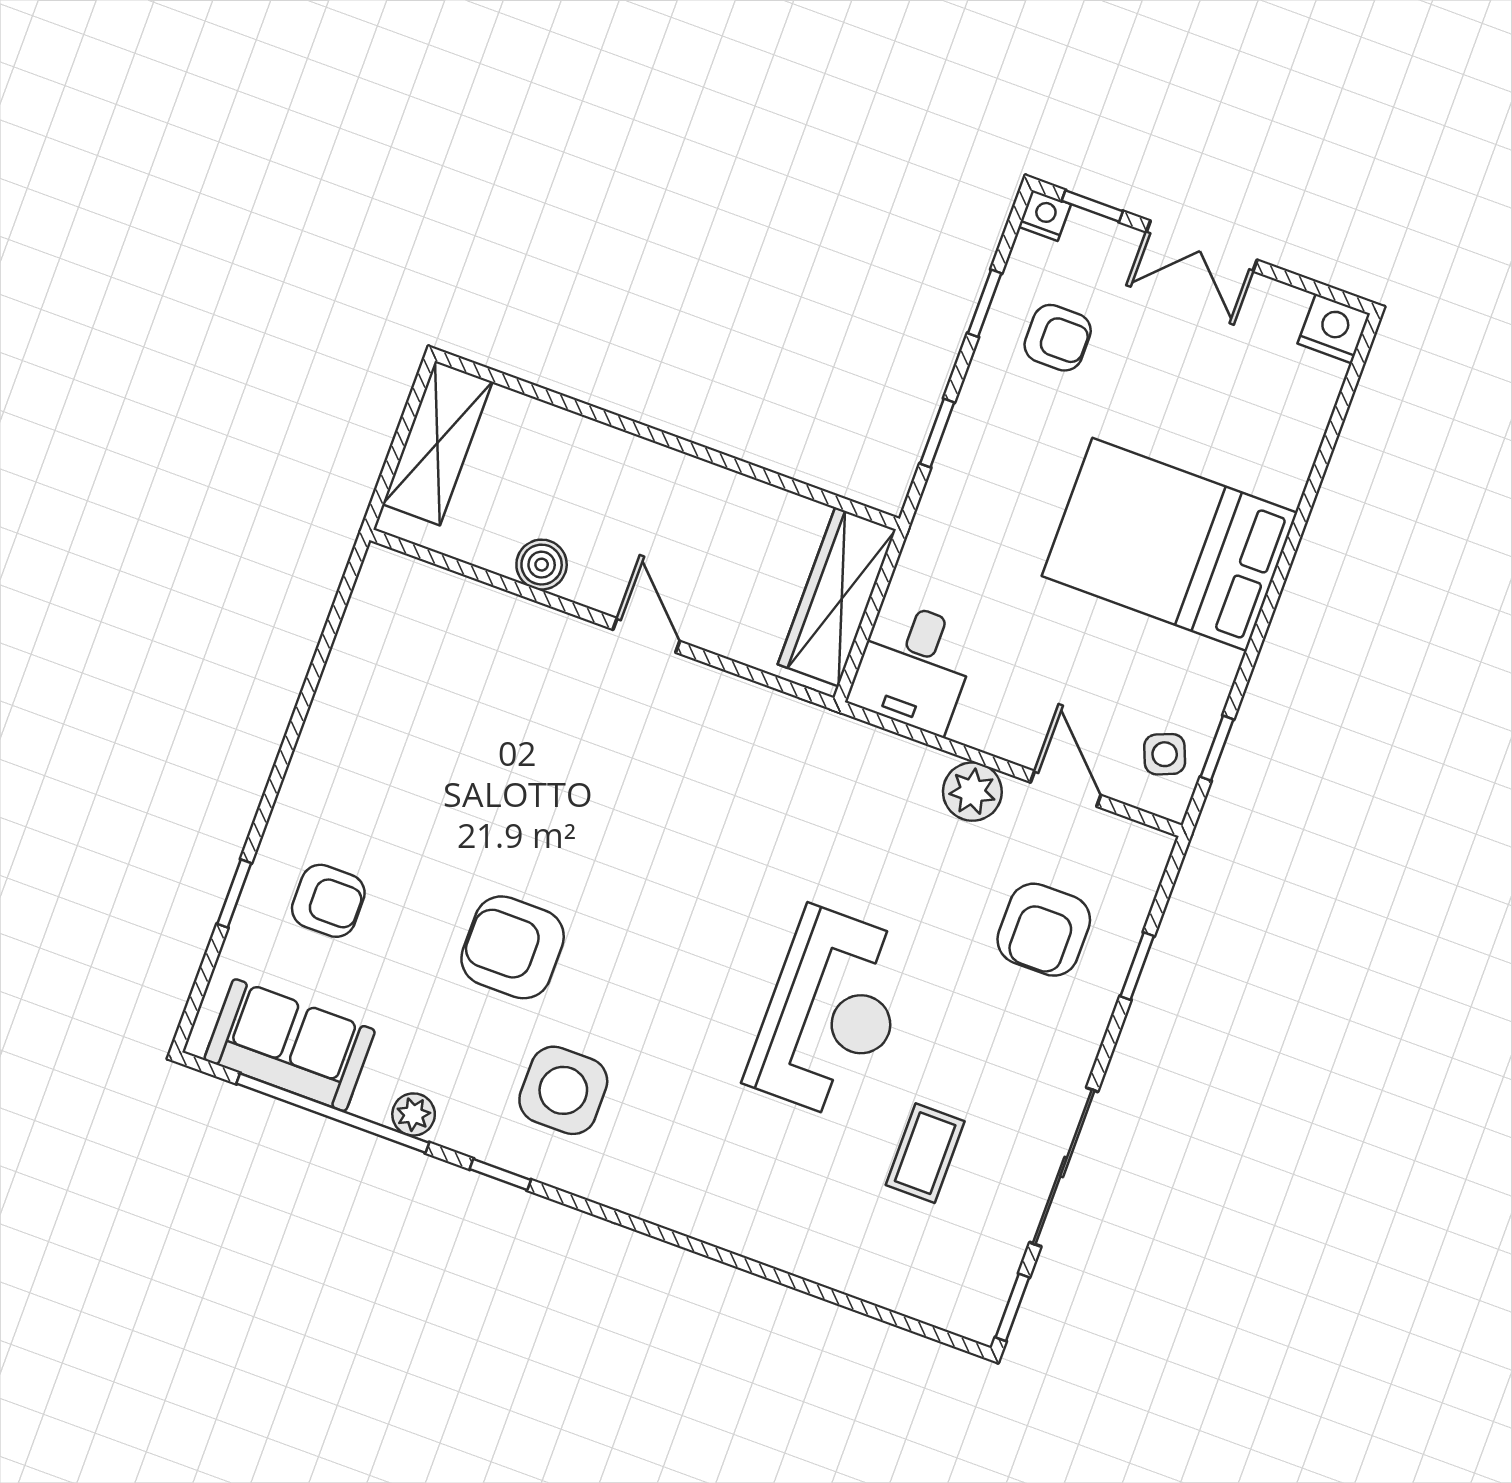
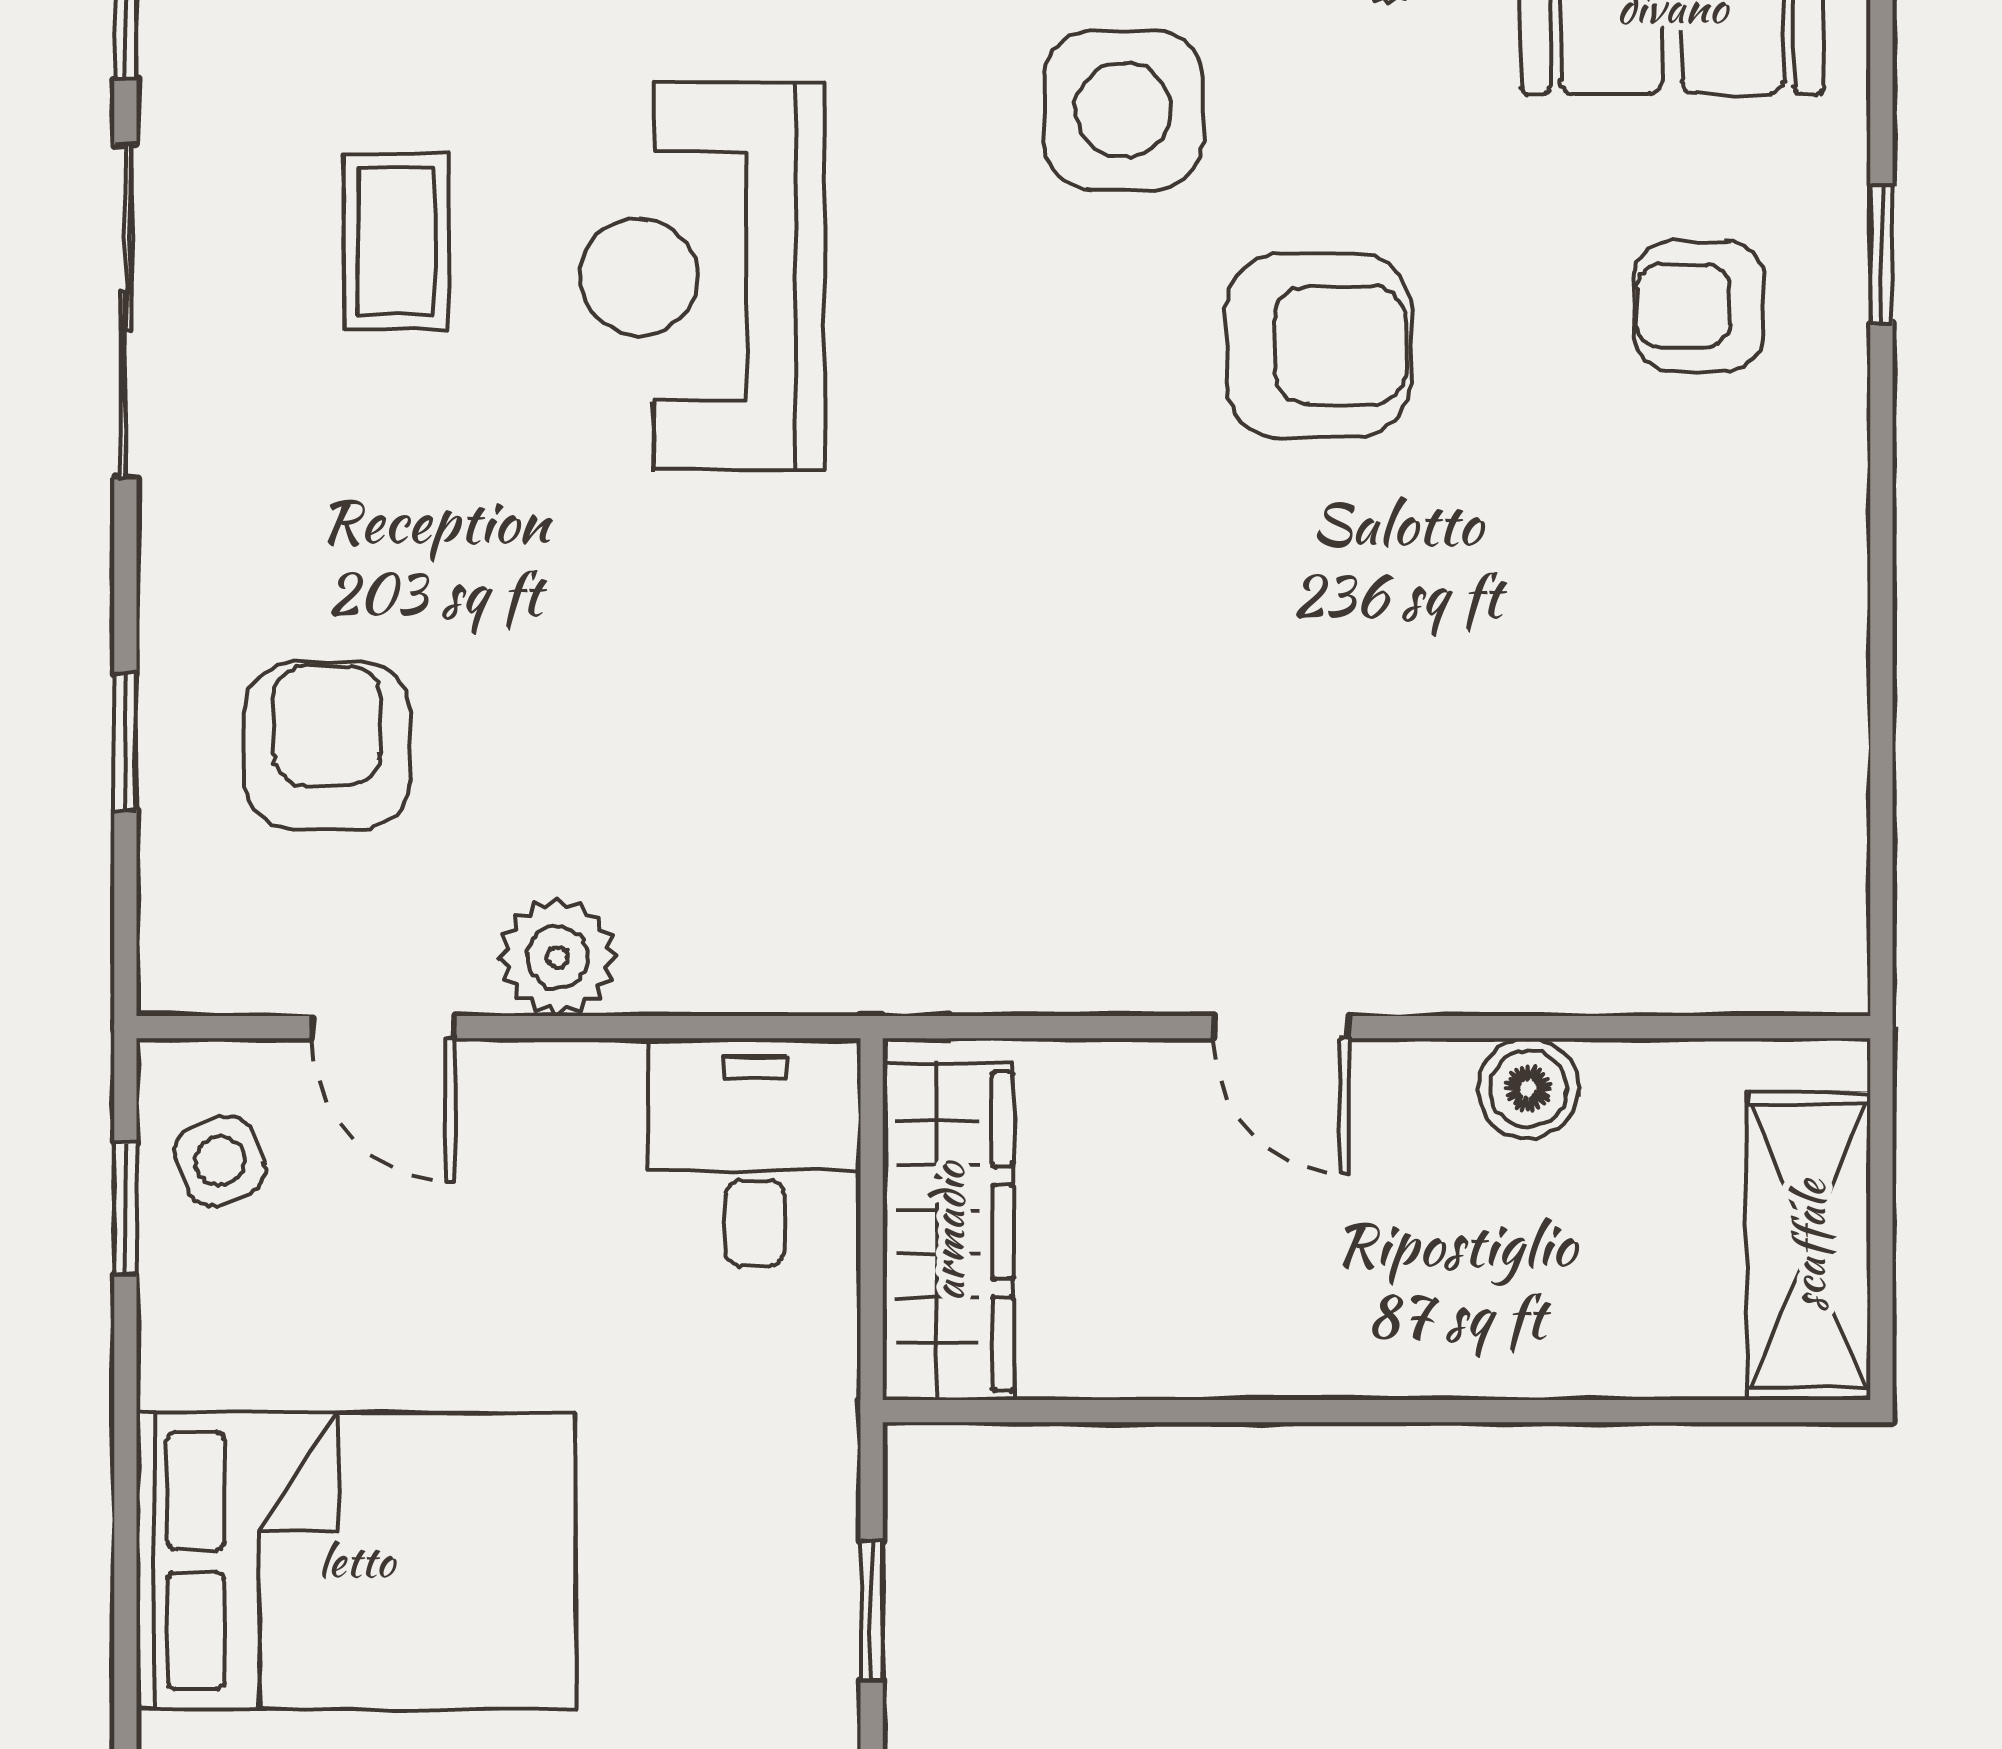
reception desk: (831, 1013) -> (702, 277), moved

